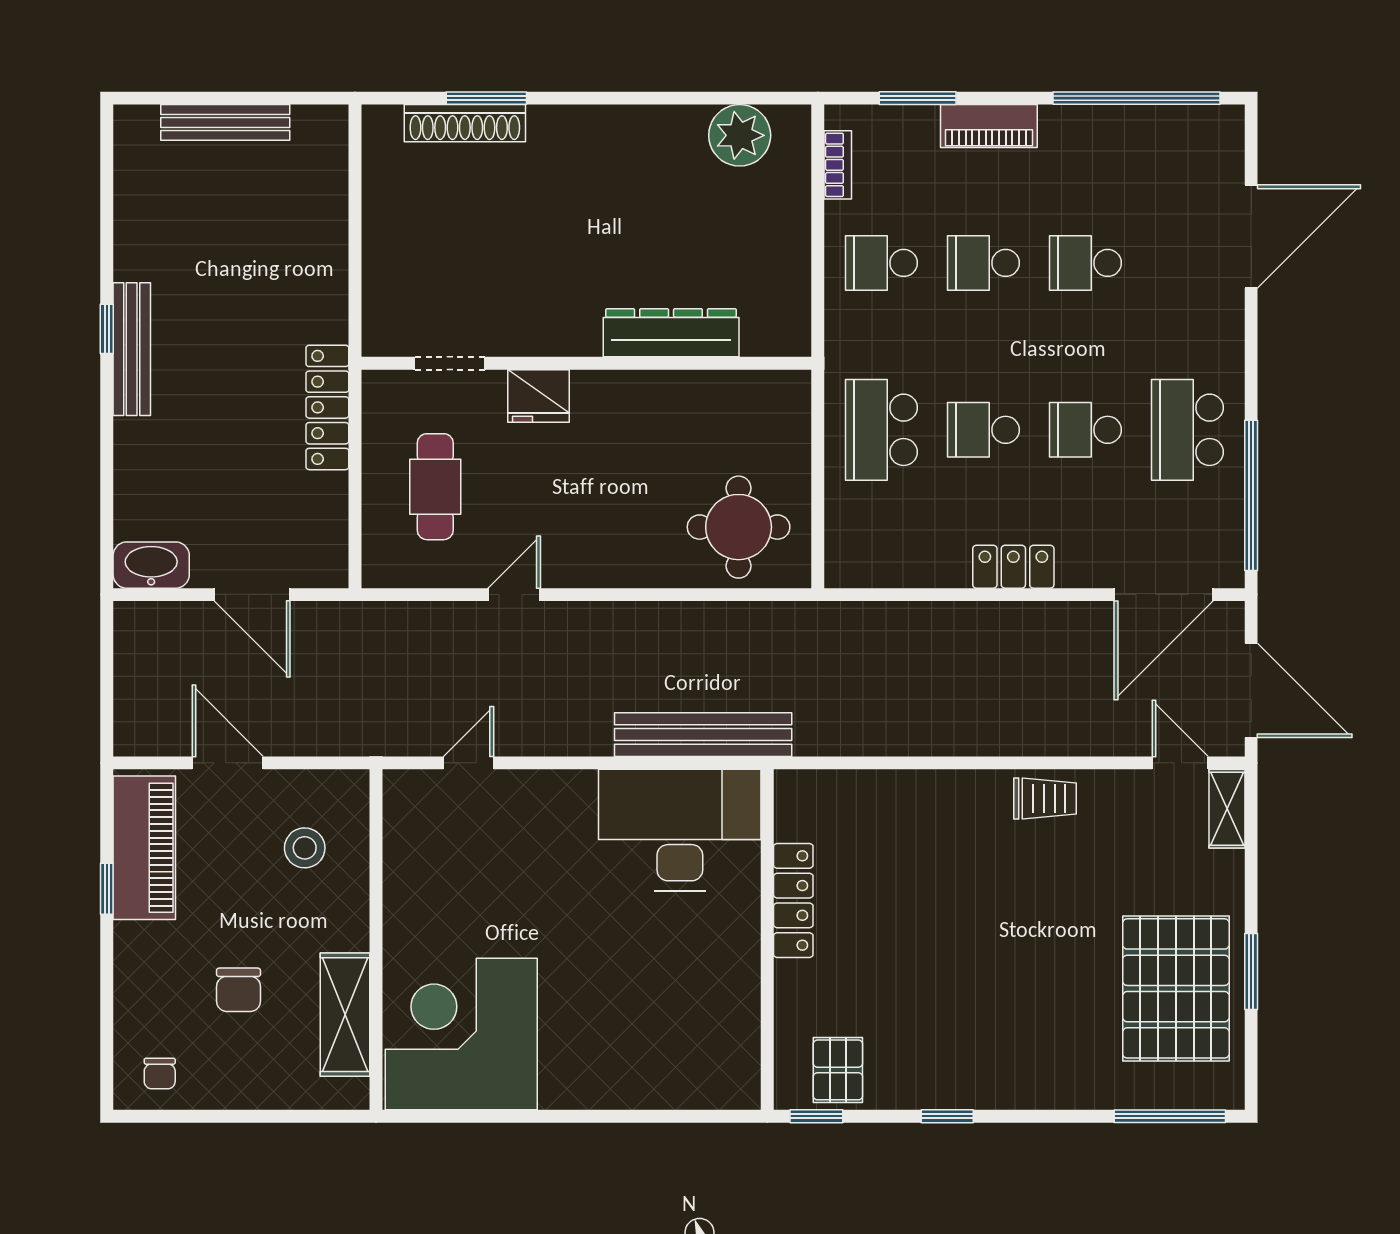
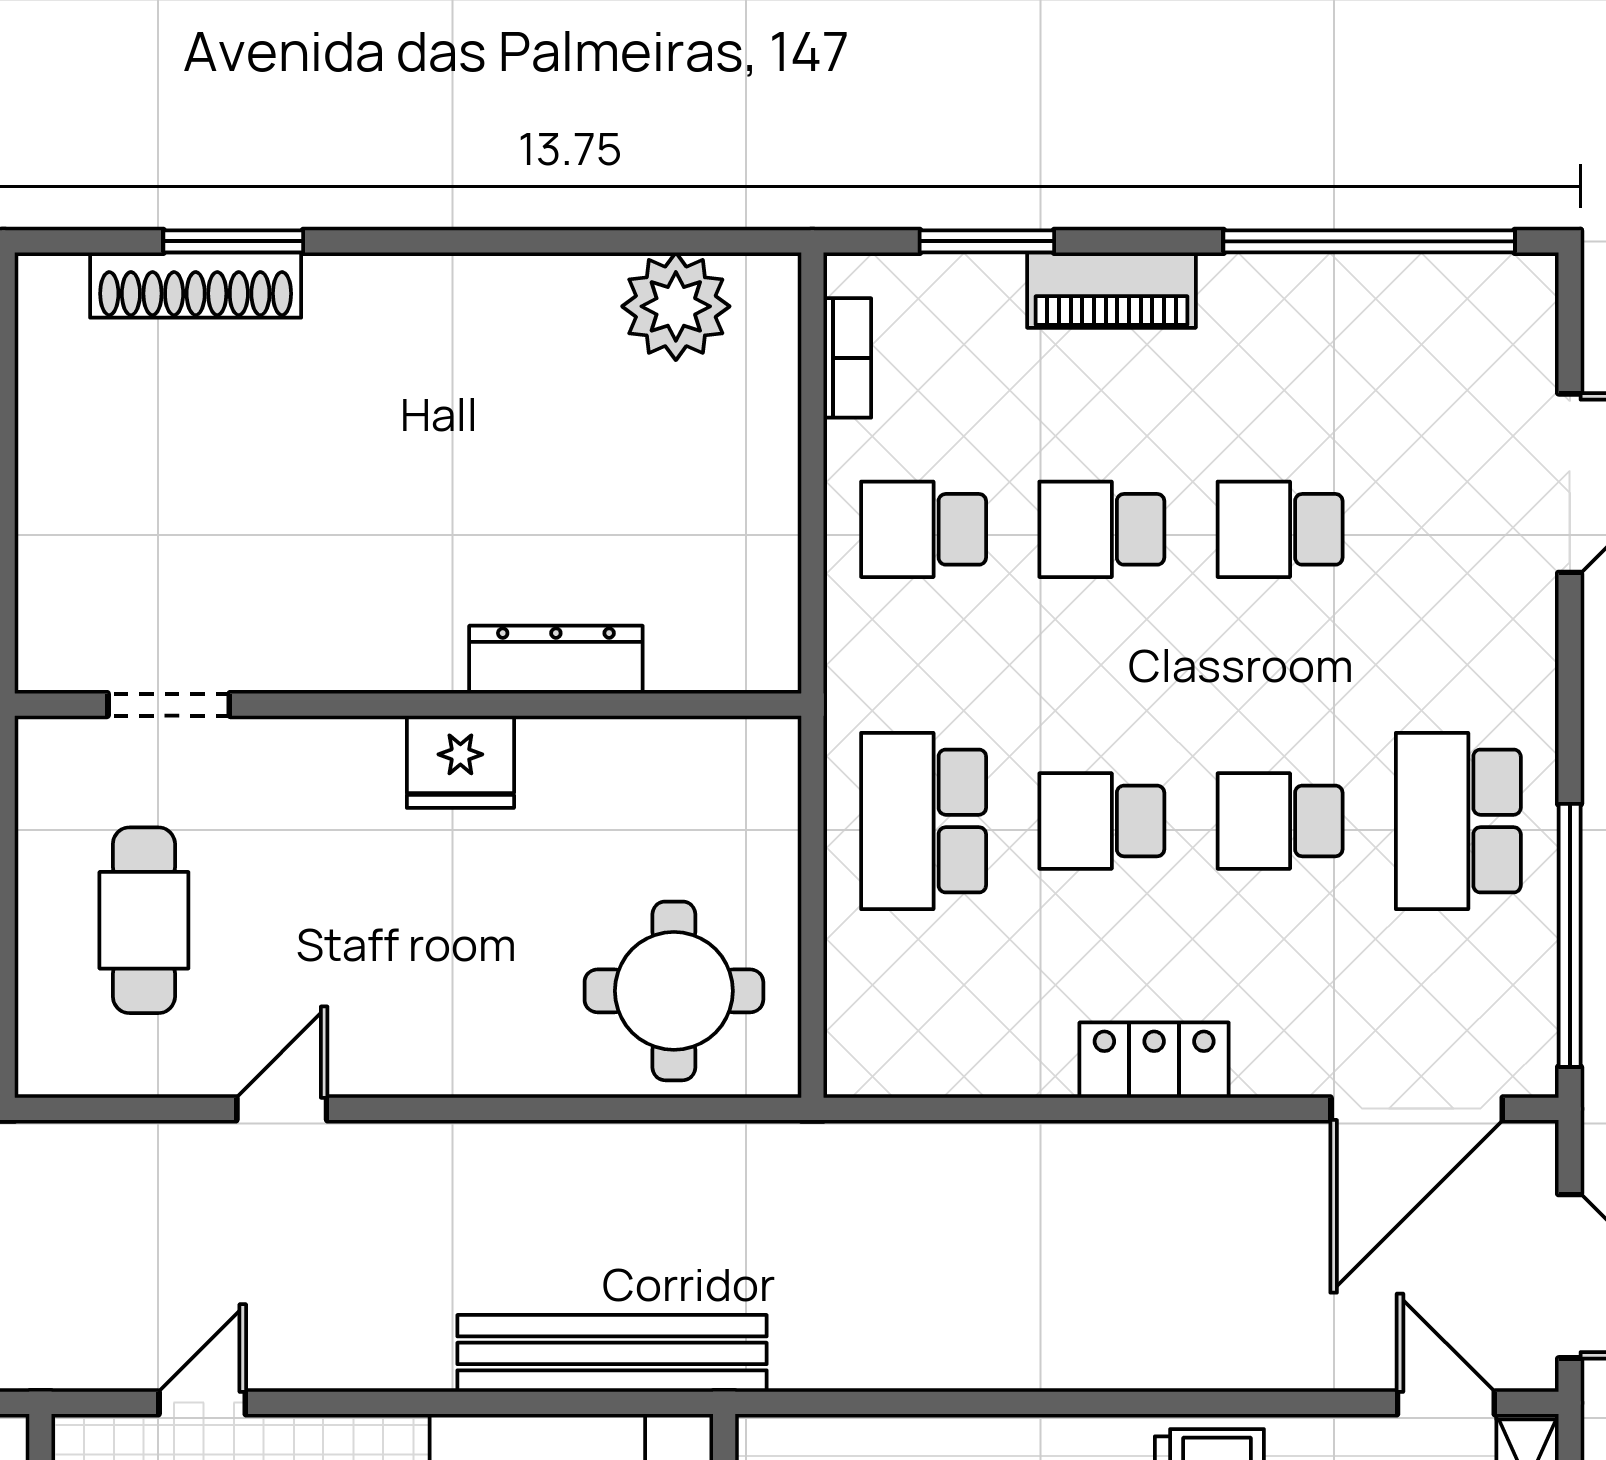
dresser: (671, 333) -> (556, 660), width x0.73, depth x0.80
fridge: (538, 396) -> (460, 762), moved

